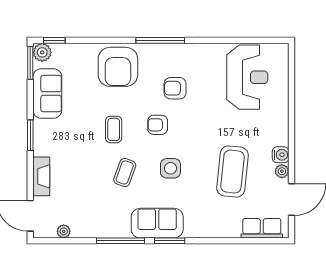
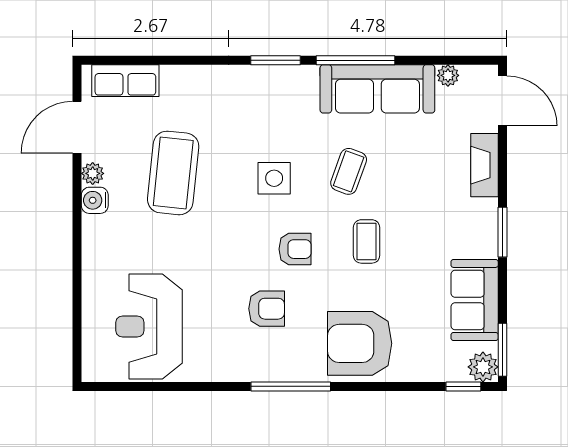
armchair: (118, 67) -> (360, 343), turned -90
sofa: (157, 223) -> (377, 89), moved, width x1.36

